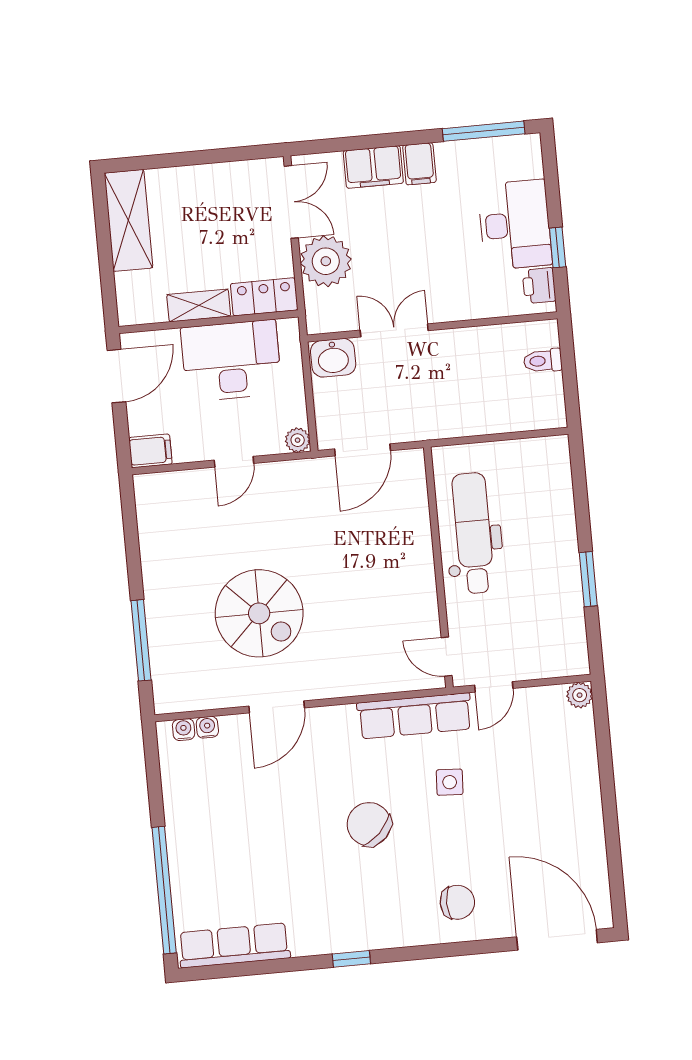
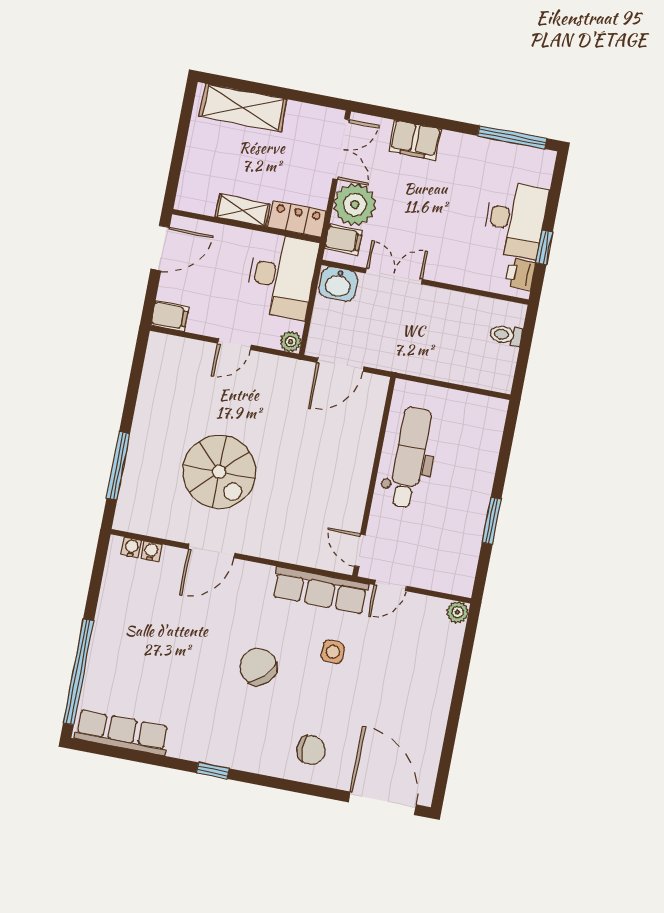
filing cabinet: (419, 164) -> (343, 239), moved, turned -90
shelving: (128, 220) -> (243, 108), moved, turned 90
desk: (231, 361) -> (282, 276), moved, turned 90

